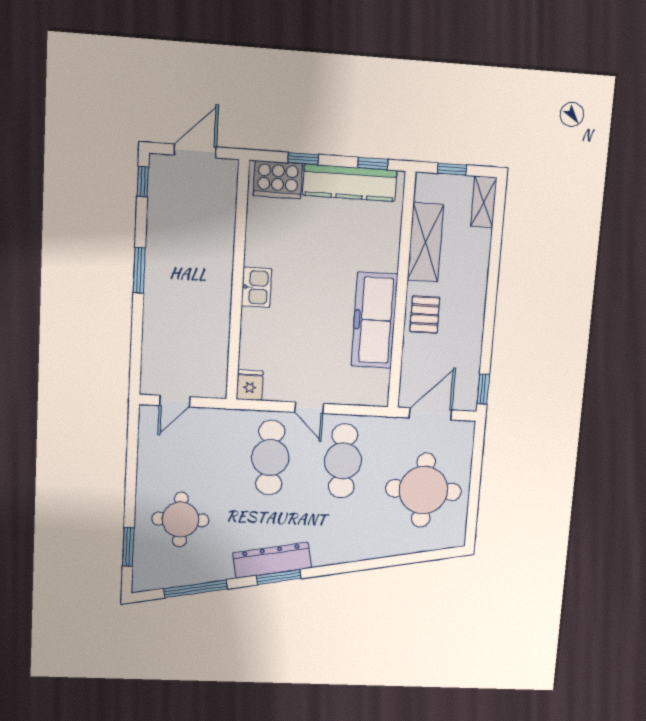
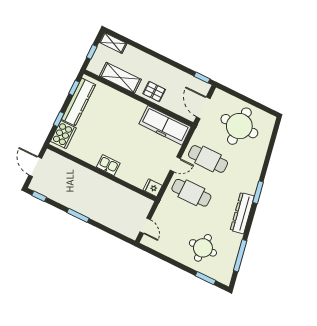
freezer: (374, 320) -> (165, 125), moved
window: (279, 577) -> (258, 192), moved

